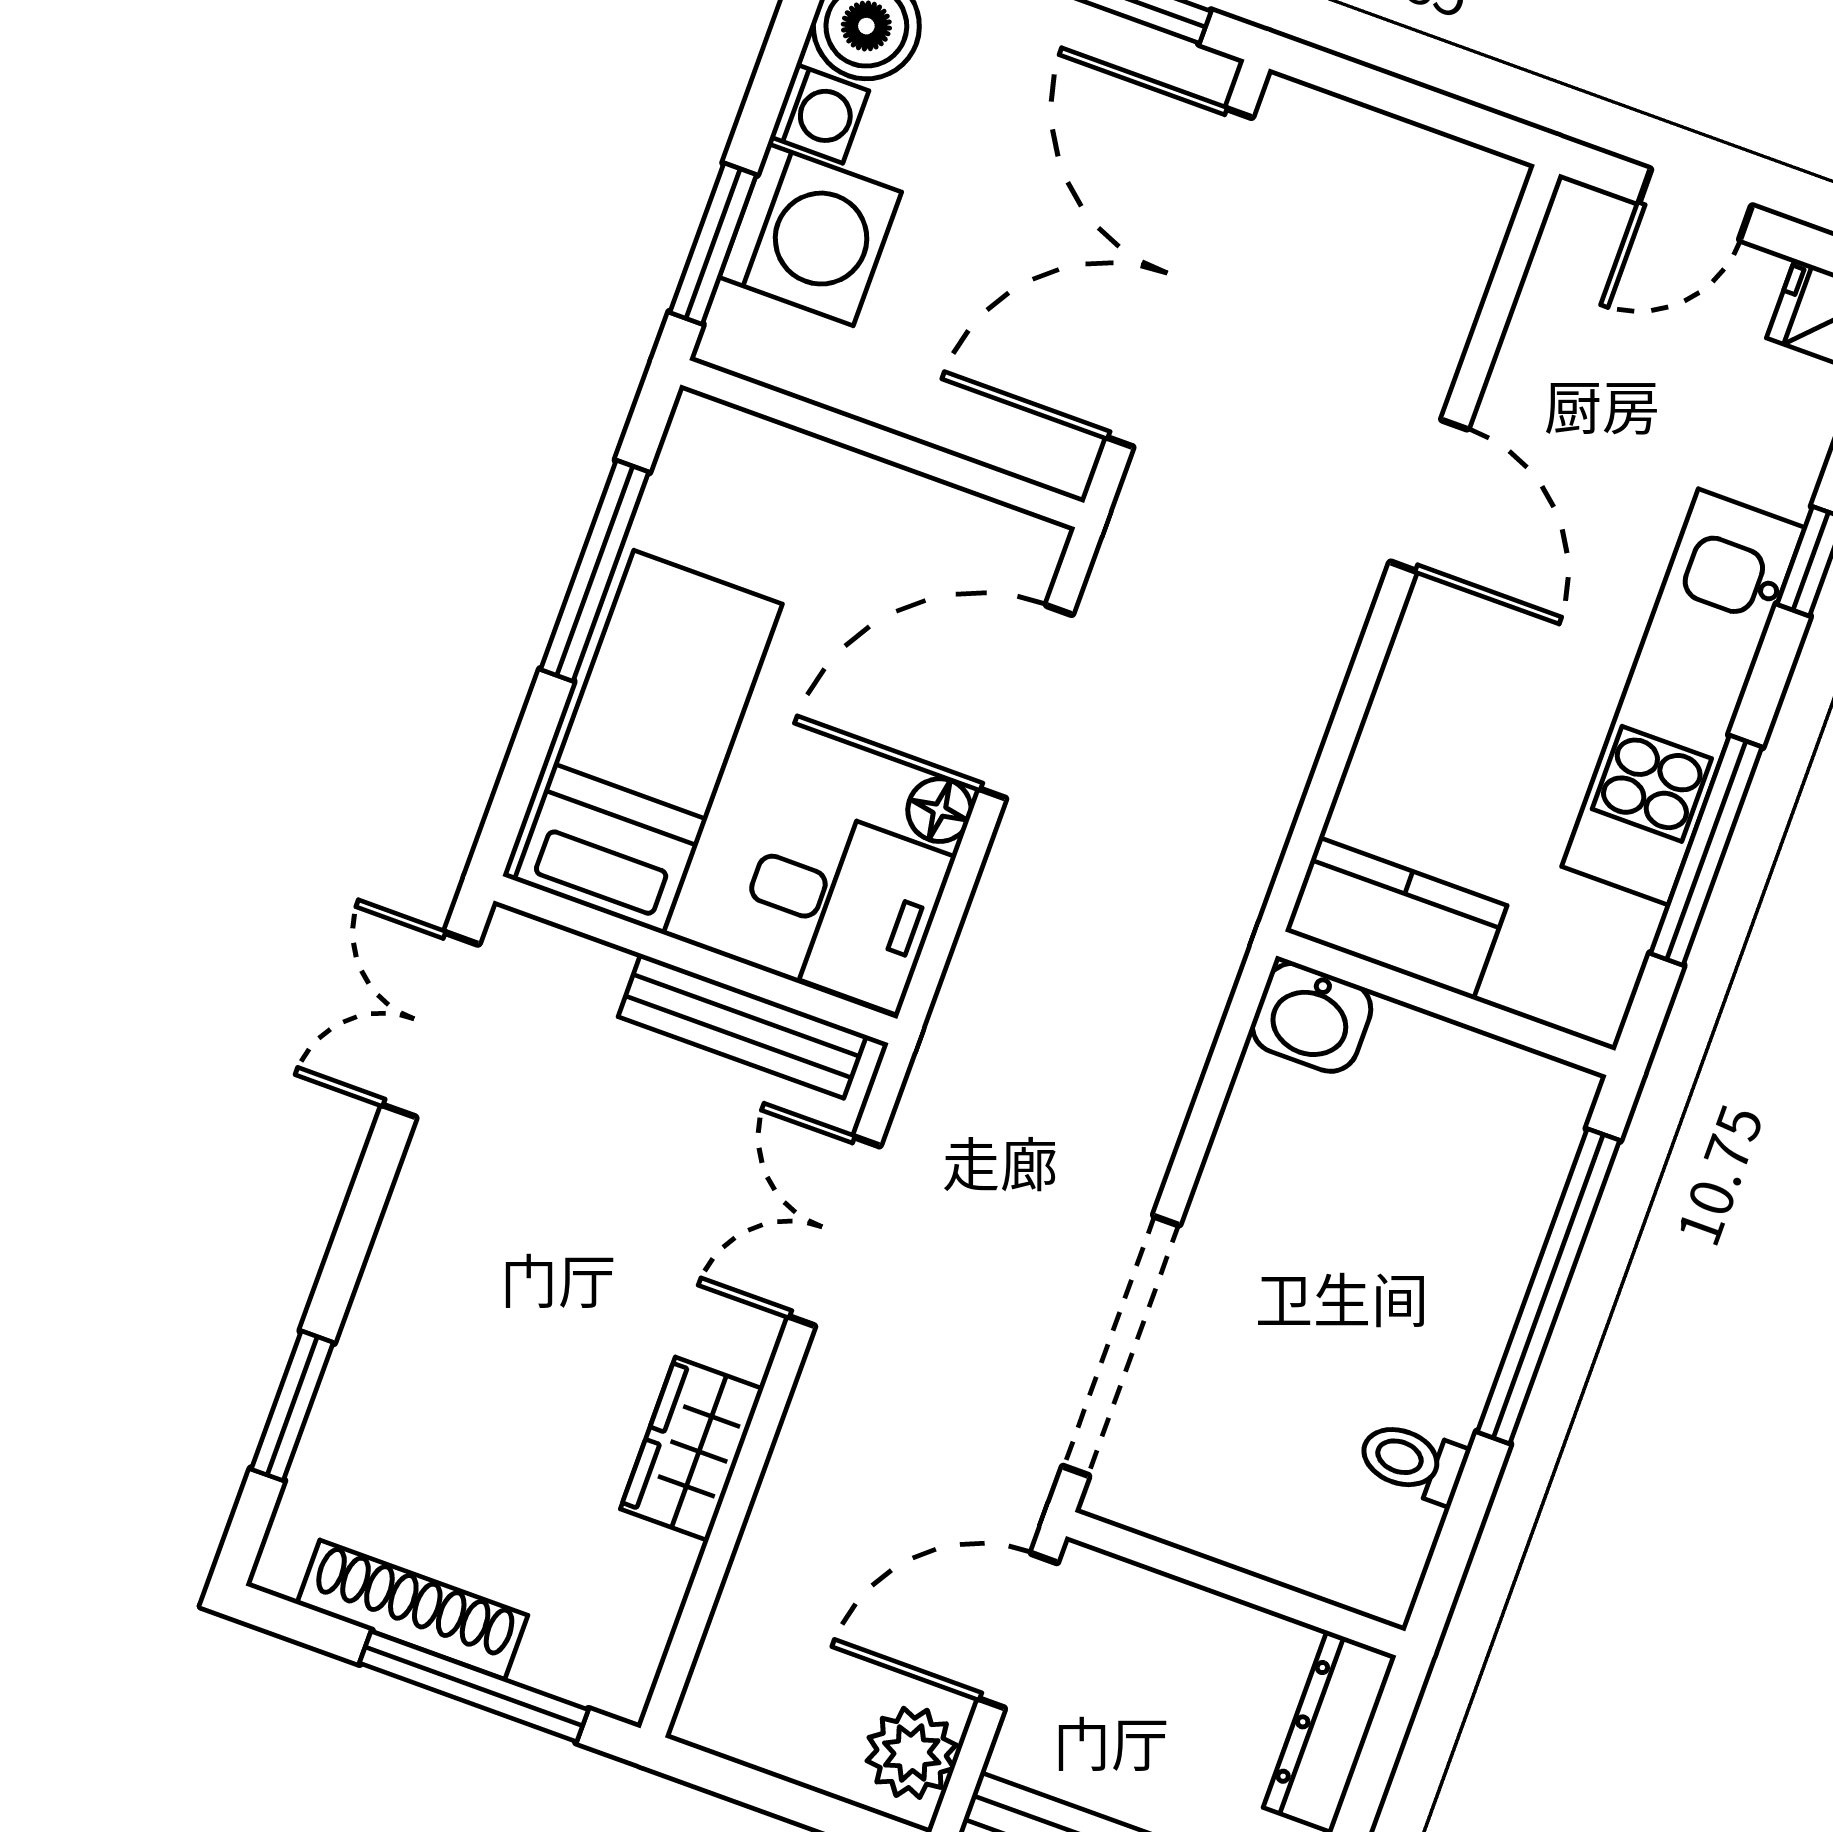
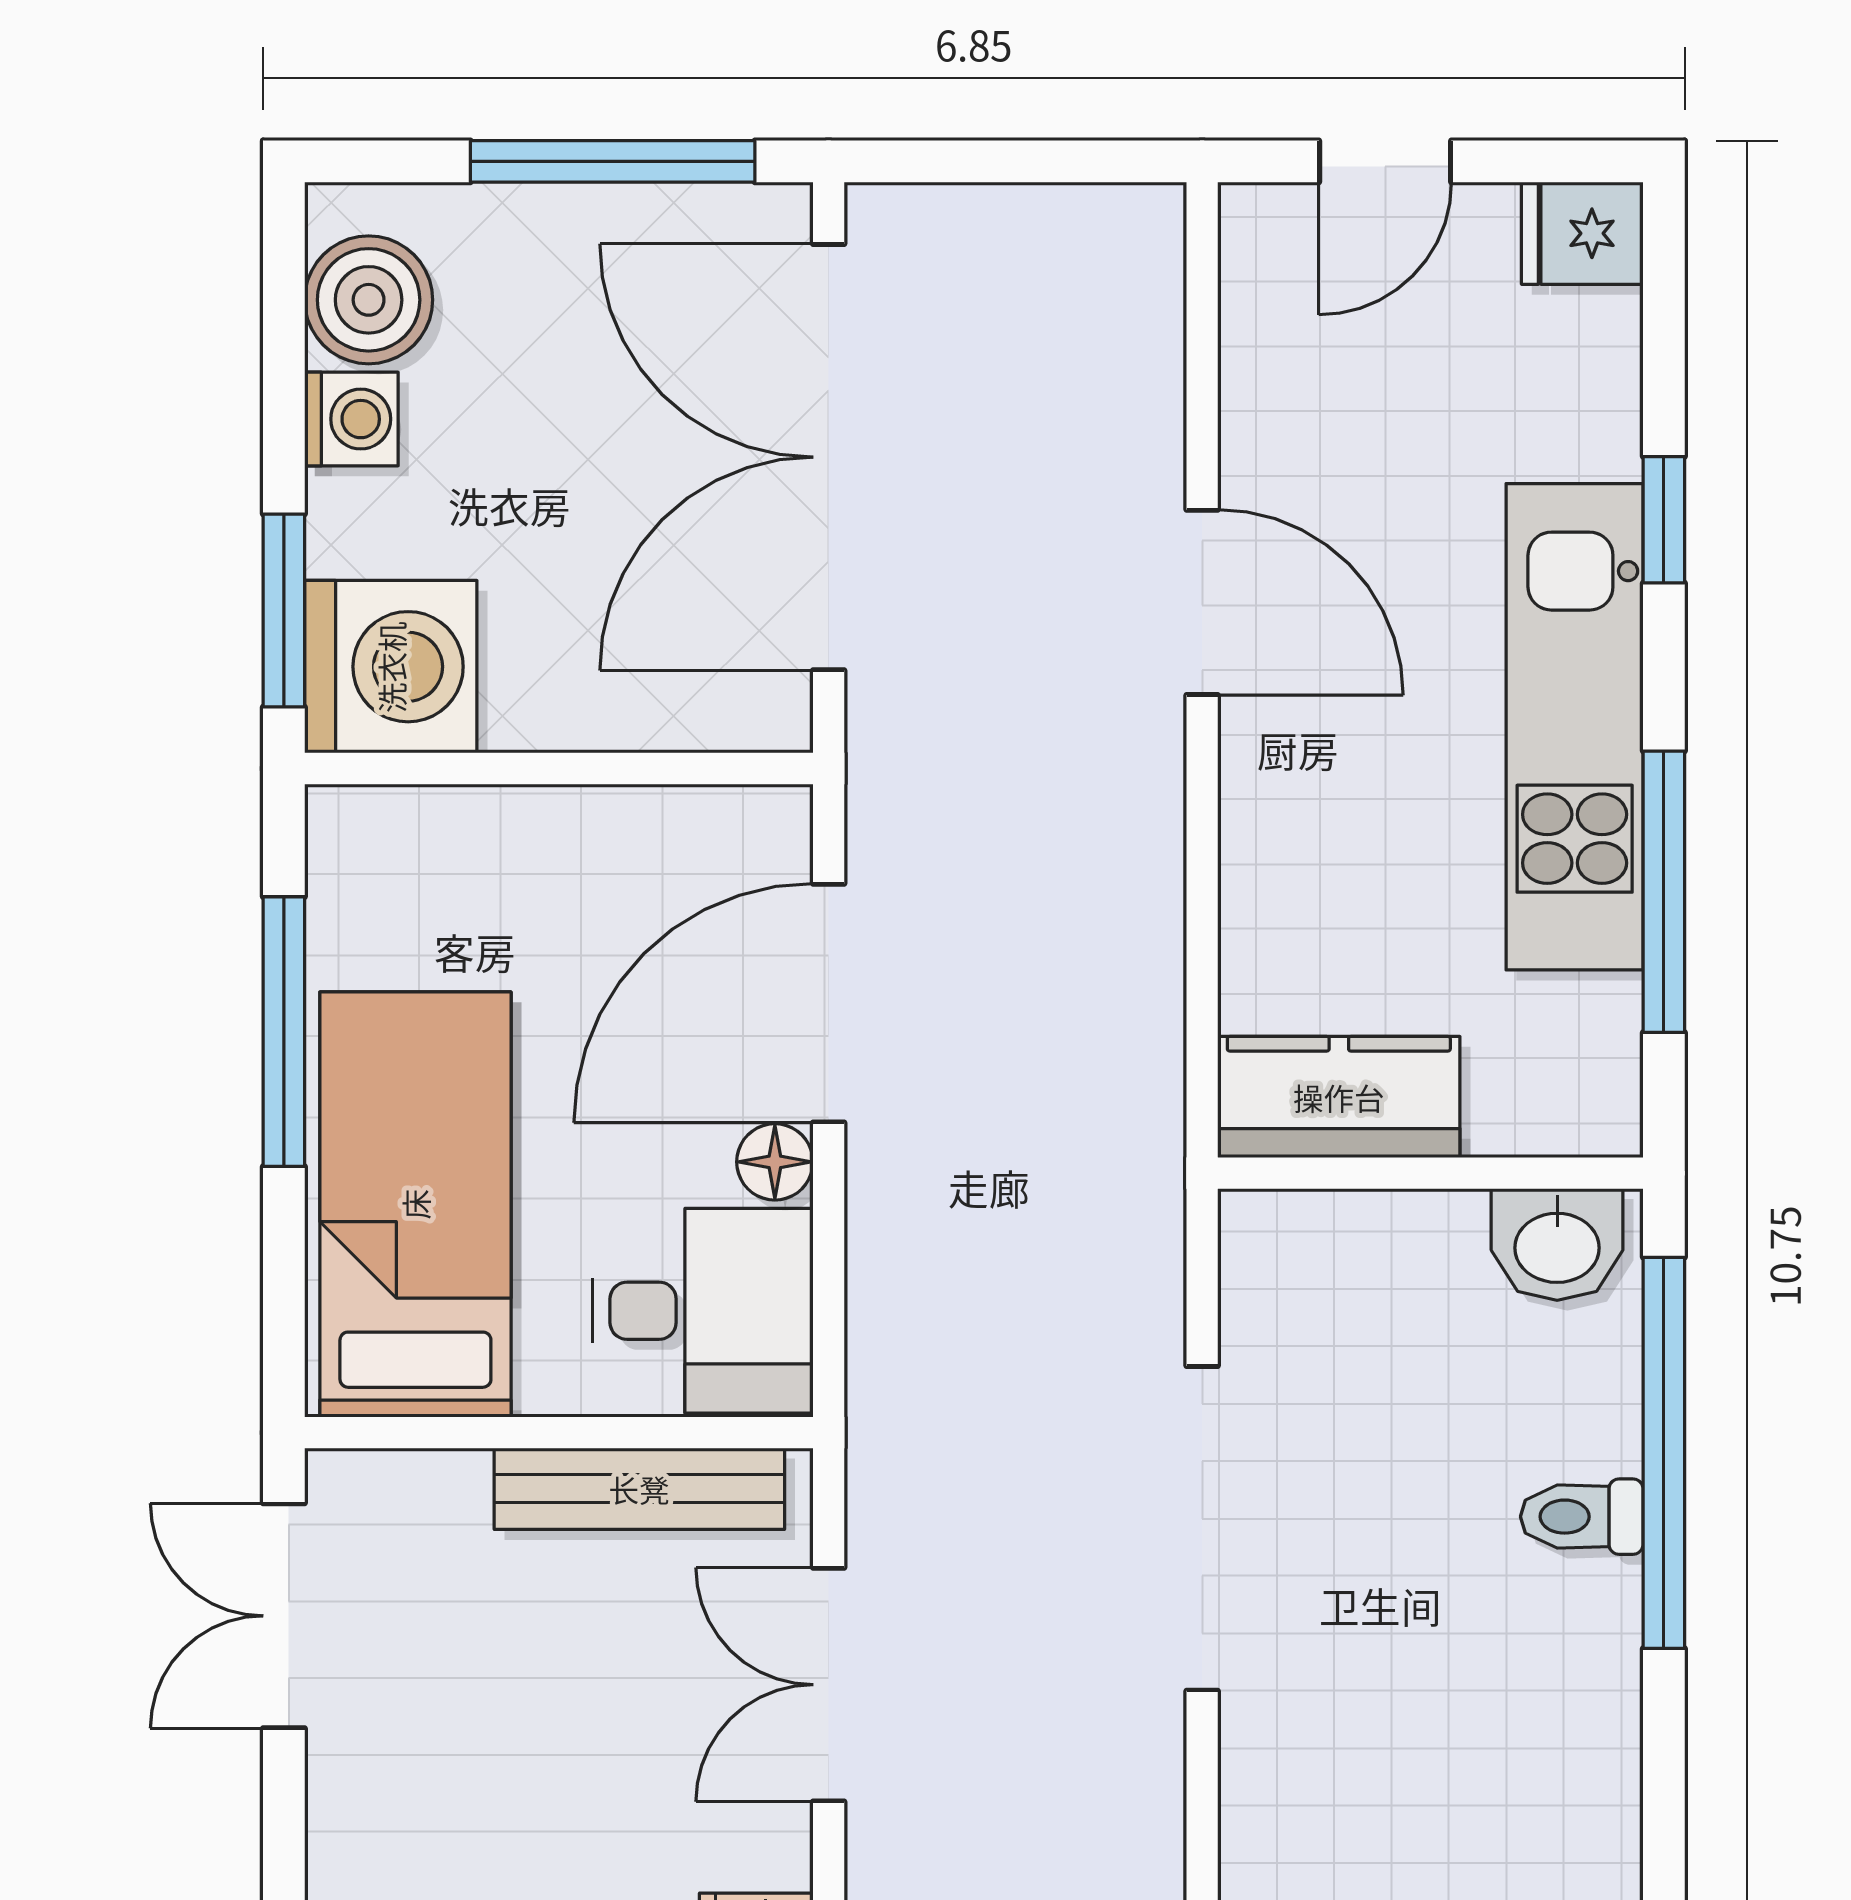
washing machine: (810, 235) -> (391, 667), moved
washbasin: (1312, 1017) -> (1557, 1245), moved
doorway: (1121, 1346) -> (1202, 1528), moved
toilet: (1413, 1462) -> (1582, 1517), moved

